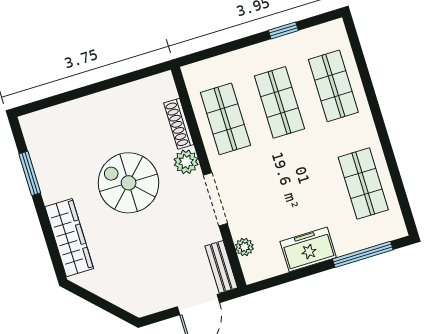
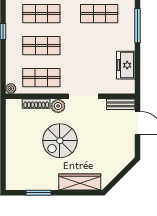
plant: (244, 247) -> (11, 89), moved
freezer: (308, 249) -> (126, 65), moved

